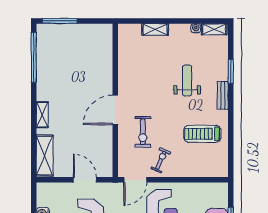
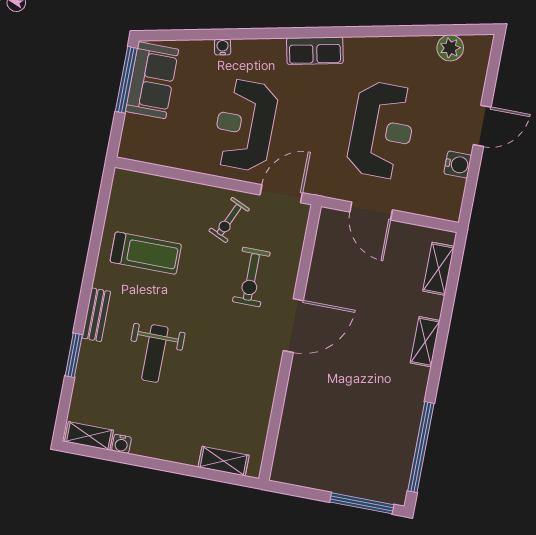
shelving: (155, 29) -> (224, 461), moved
exercise bike: (143, 132) -> (251, 277), turned 180
shelving: (45, 156) -> (439, 269), width x0.67, depth x0.75

